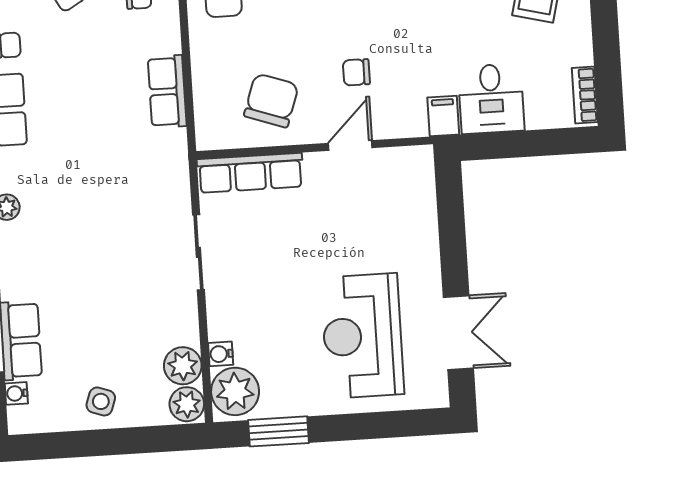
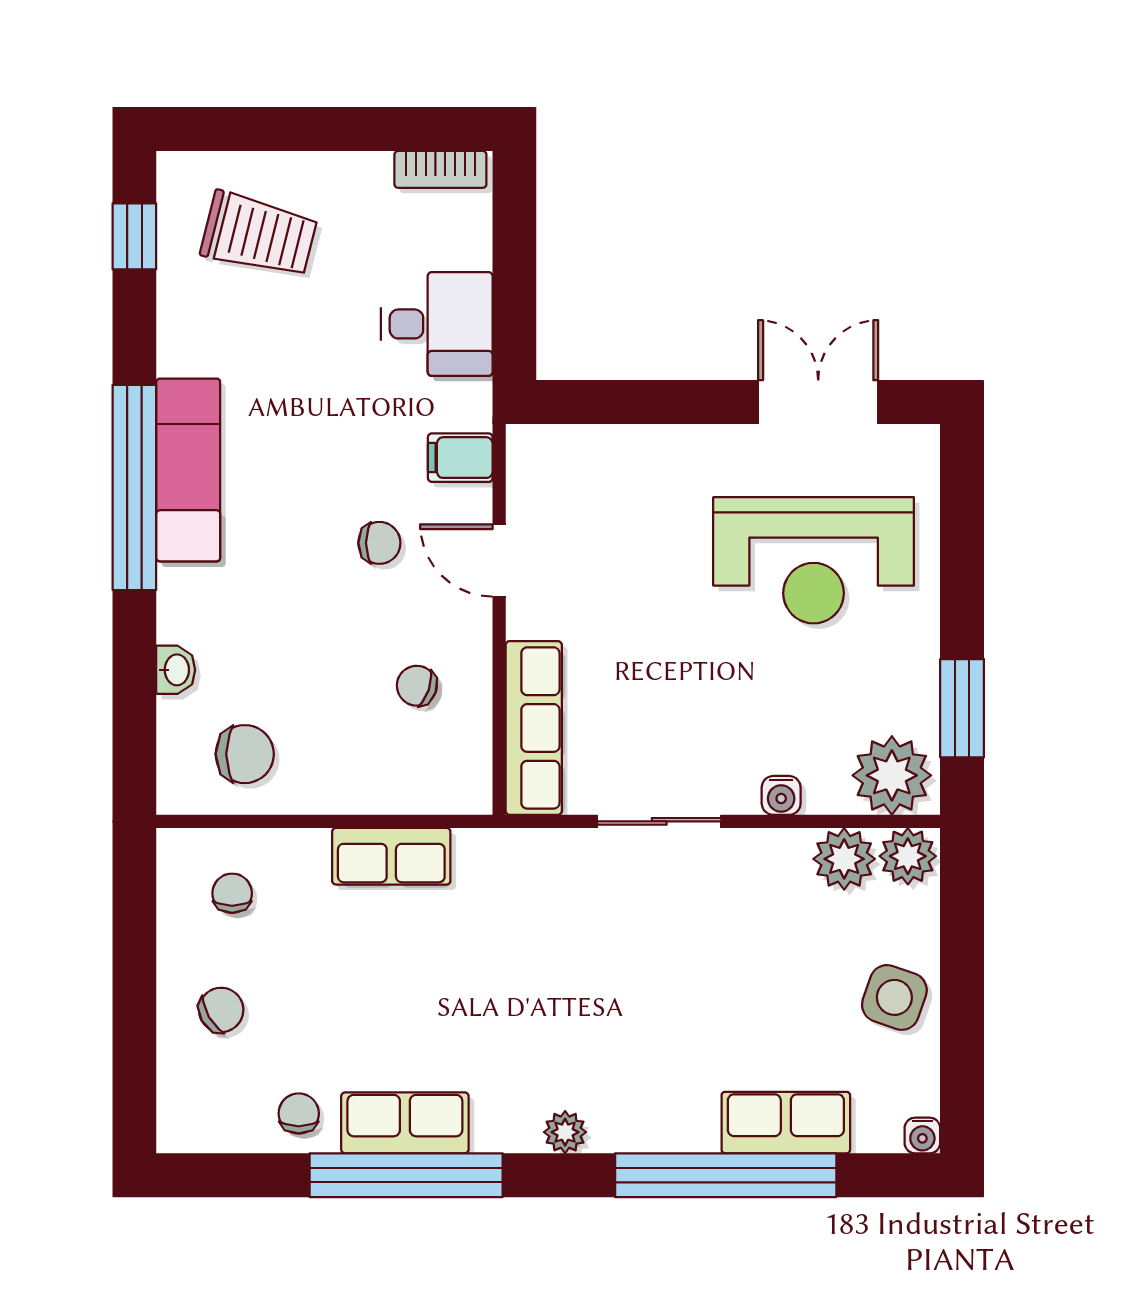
chair: (356, 72) -> (379, 543), turned -90
chair: (271, 100) -> (417, 686), width x0.54, depth x0.54
filing cabinet: (443, 116) -> (460, 458), moved
water cooler: (221, 354) -> (781, 795), moved
water cooler: (16, 393) -> (922, 1135), moved
side table: (101, 401) -> (894, 997), width x1.37, depth x1.37

